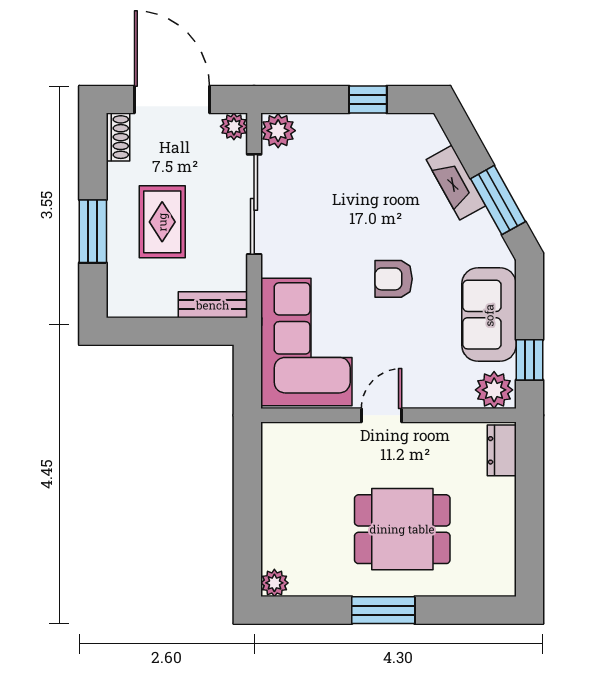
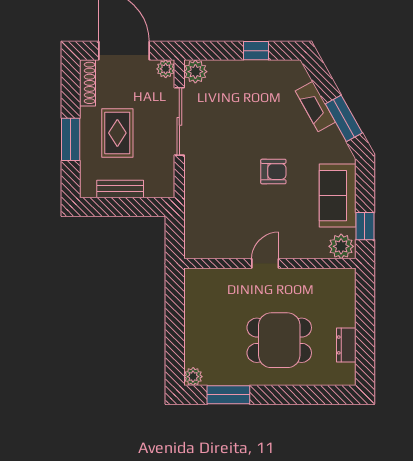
shoe rack: (118, 137) -> (88, 83), width x1.43
armchair: (394, 279) -> (273, 172), turned 180
bench: (213, 305) -> (120, 189), moved
corner sofa: (306, 342) -> (215, 214), removed
dresser: (502, 450) -> (346, 345), moved
window: (383, 610) -> (228, 395), moved

